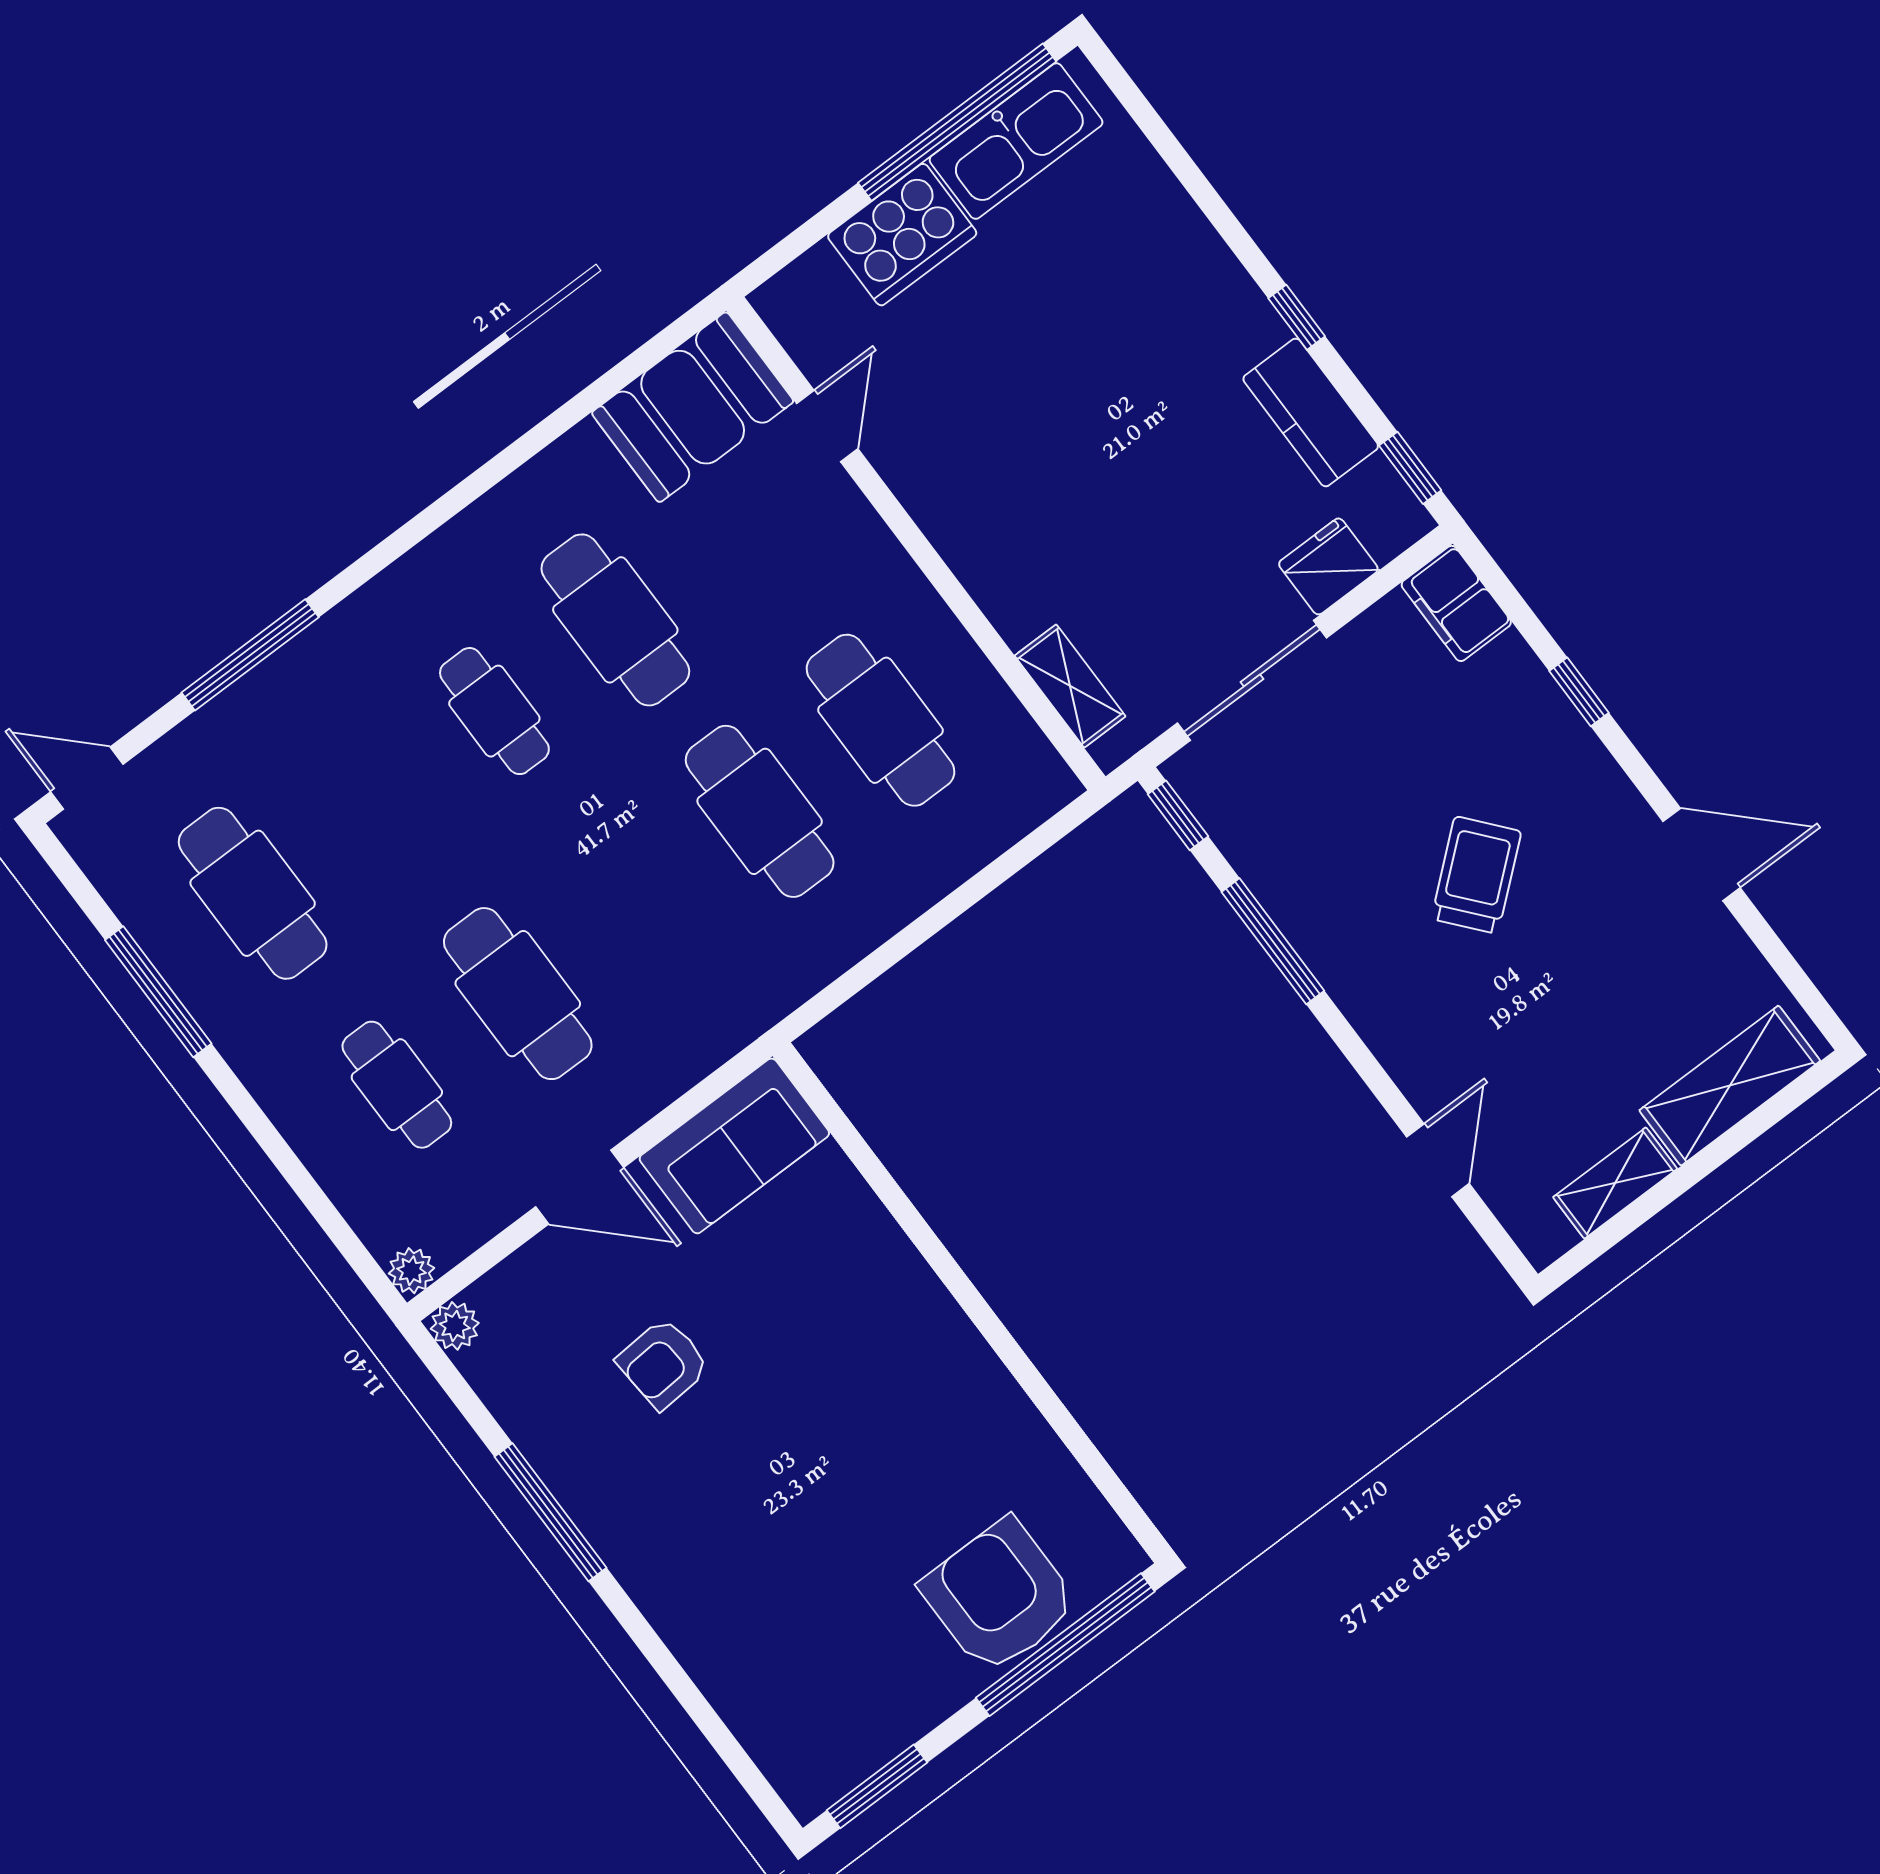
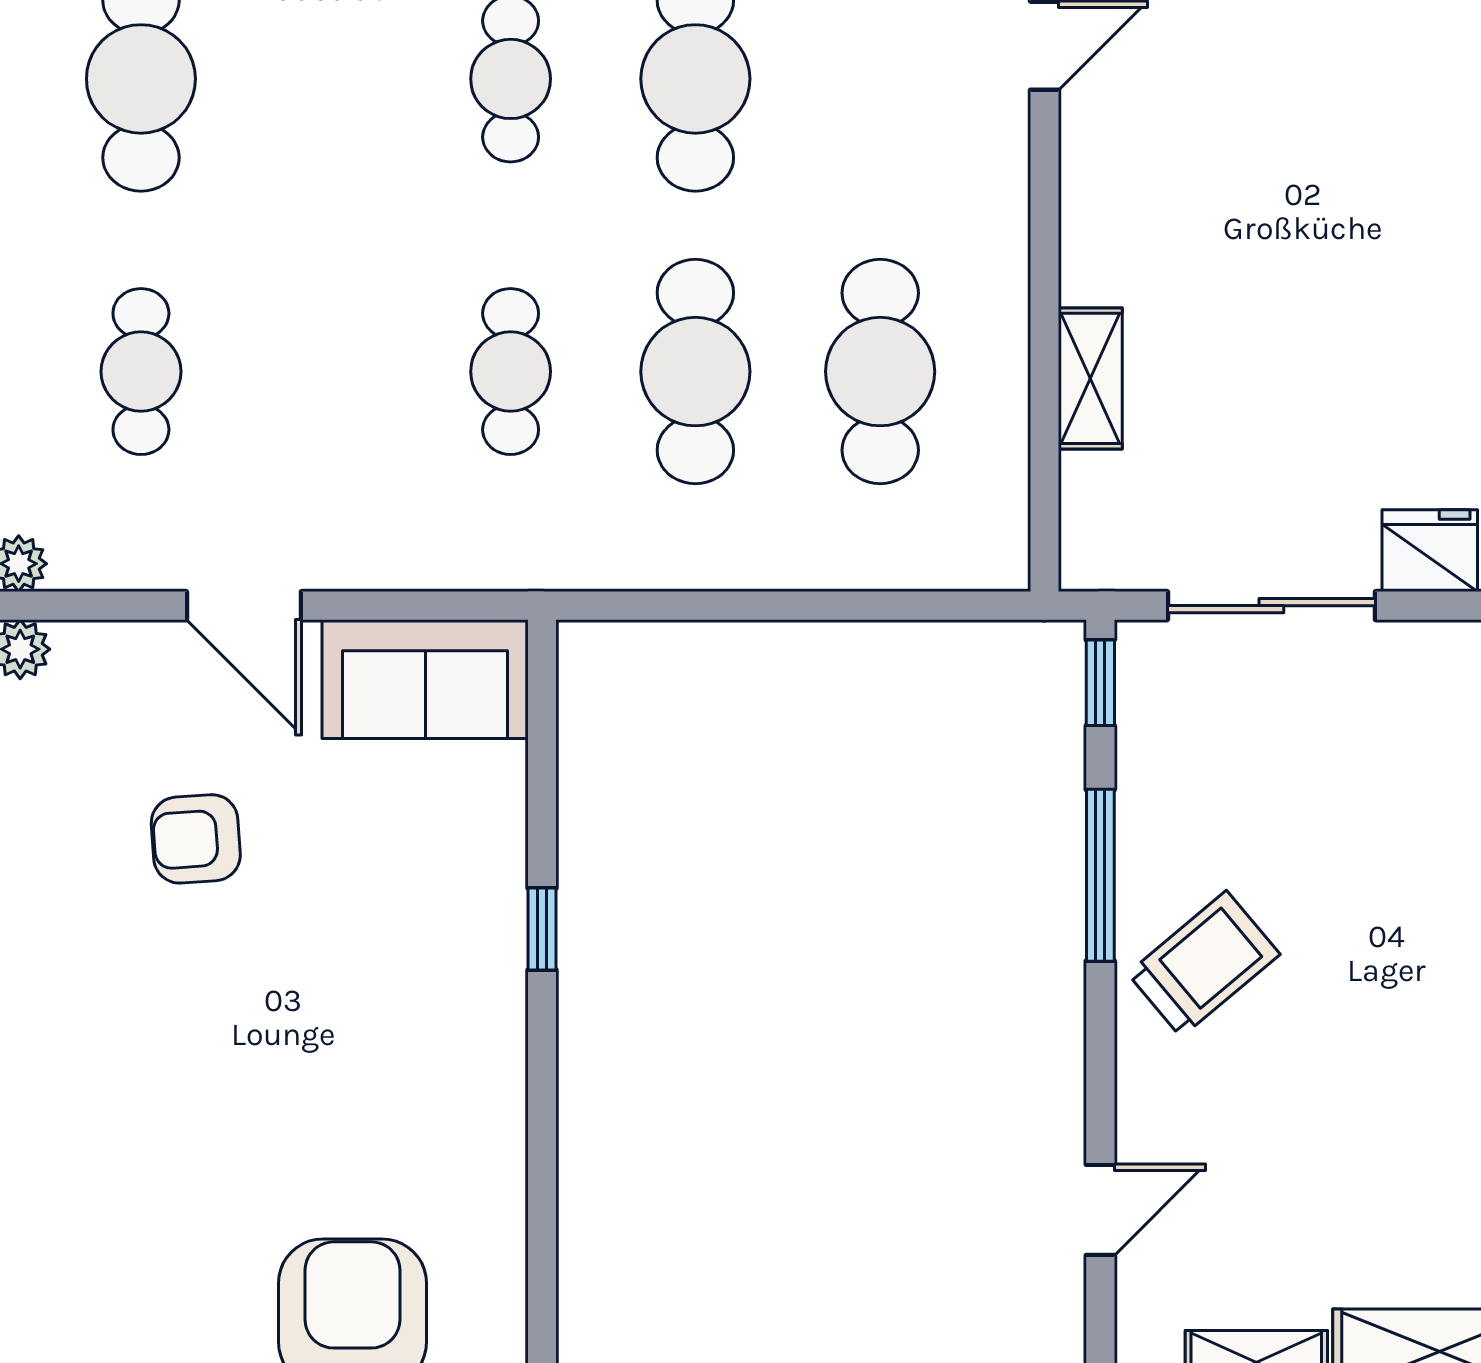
shelving: (1070, 686) -> (1090, 378), moved
trolley: (1476, 875) -> (1204, 964), moved
cafe table: (518, 994) -> (511, 372), moved, width x0.73, depth x0.74
window: (934, 1252) -> (542, 929), added

